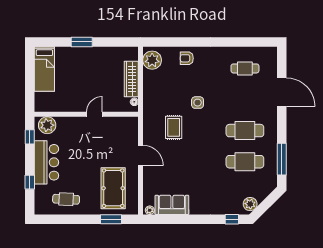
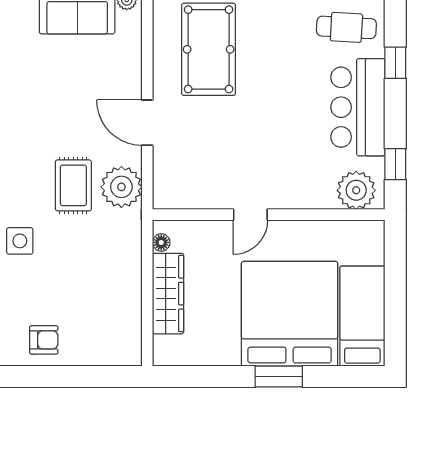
plant: (152, 60) -> (121, 187), moved
bed: (77, 70) -> (290, 314), added
cafe table: (66, 199) -> (346, 27), moved

